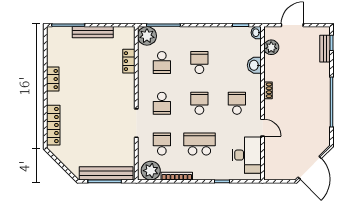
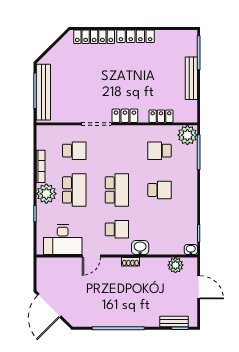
washbasin: (254, 65) -> (140, 248), moved
locker: (53, 79) -> (136, 36), width x1.53
locker: (129, 96) -> (125, 116), added
school desk: (162, 103) -> (117, 151), removed
school desk: (199, 103) -> (117, 190), width x1.85
door: (310, 168) -> (49, 306), hinge flipped
plant: (151, 171) -> (46, 194), moved

